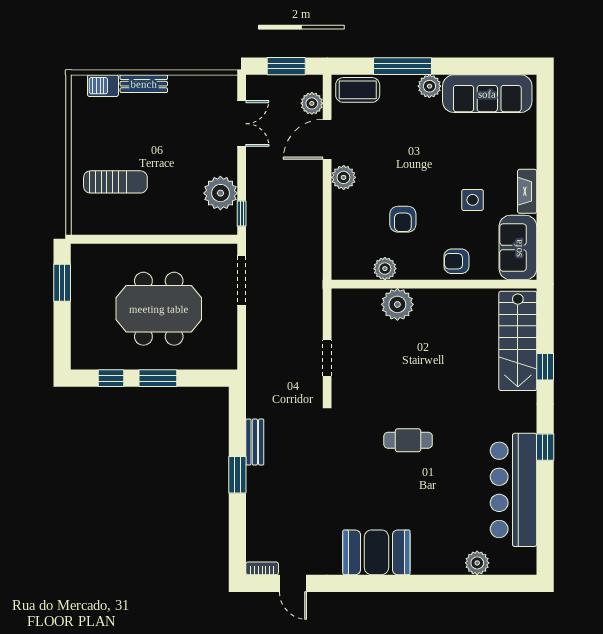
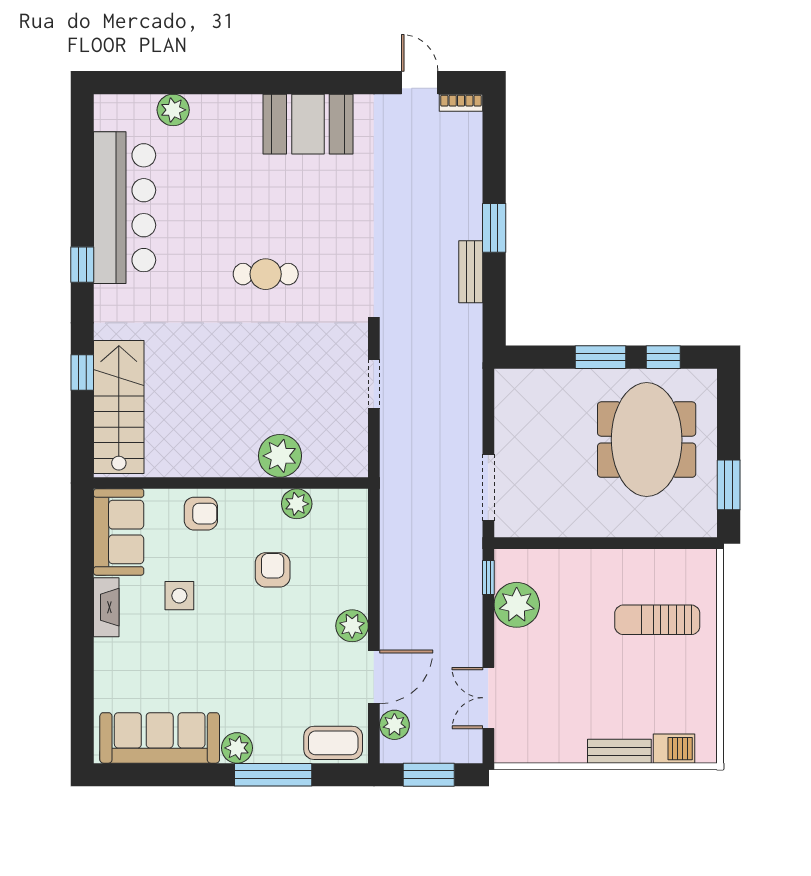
meeting table: (159, 309) -> (647, 440), moved, turned 90

